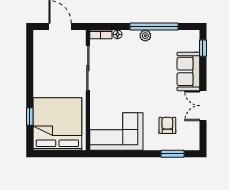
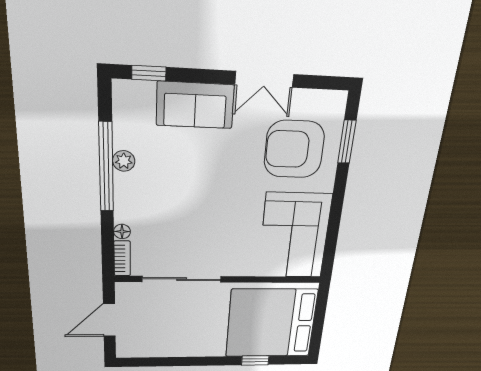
plant: (145, 36) -> (124, 161), moved
armchair: (167, 125) -> (294, 149), width x1.88, depth x1.88

